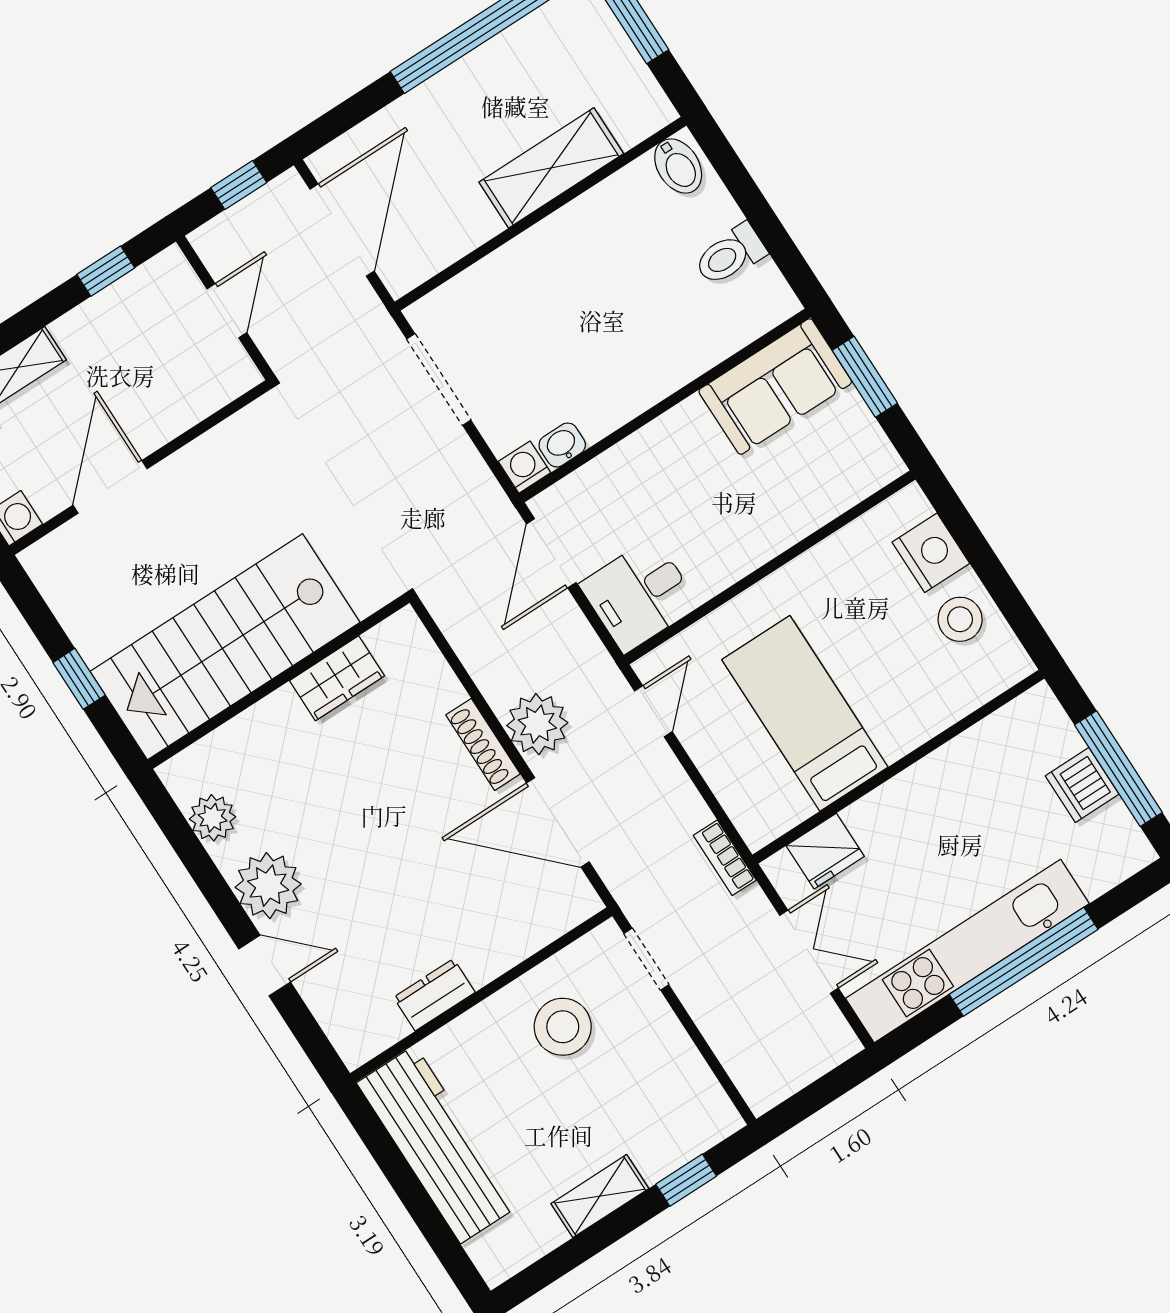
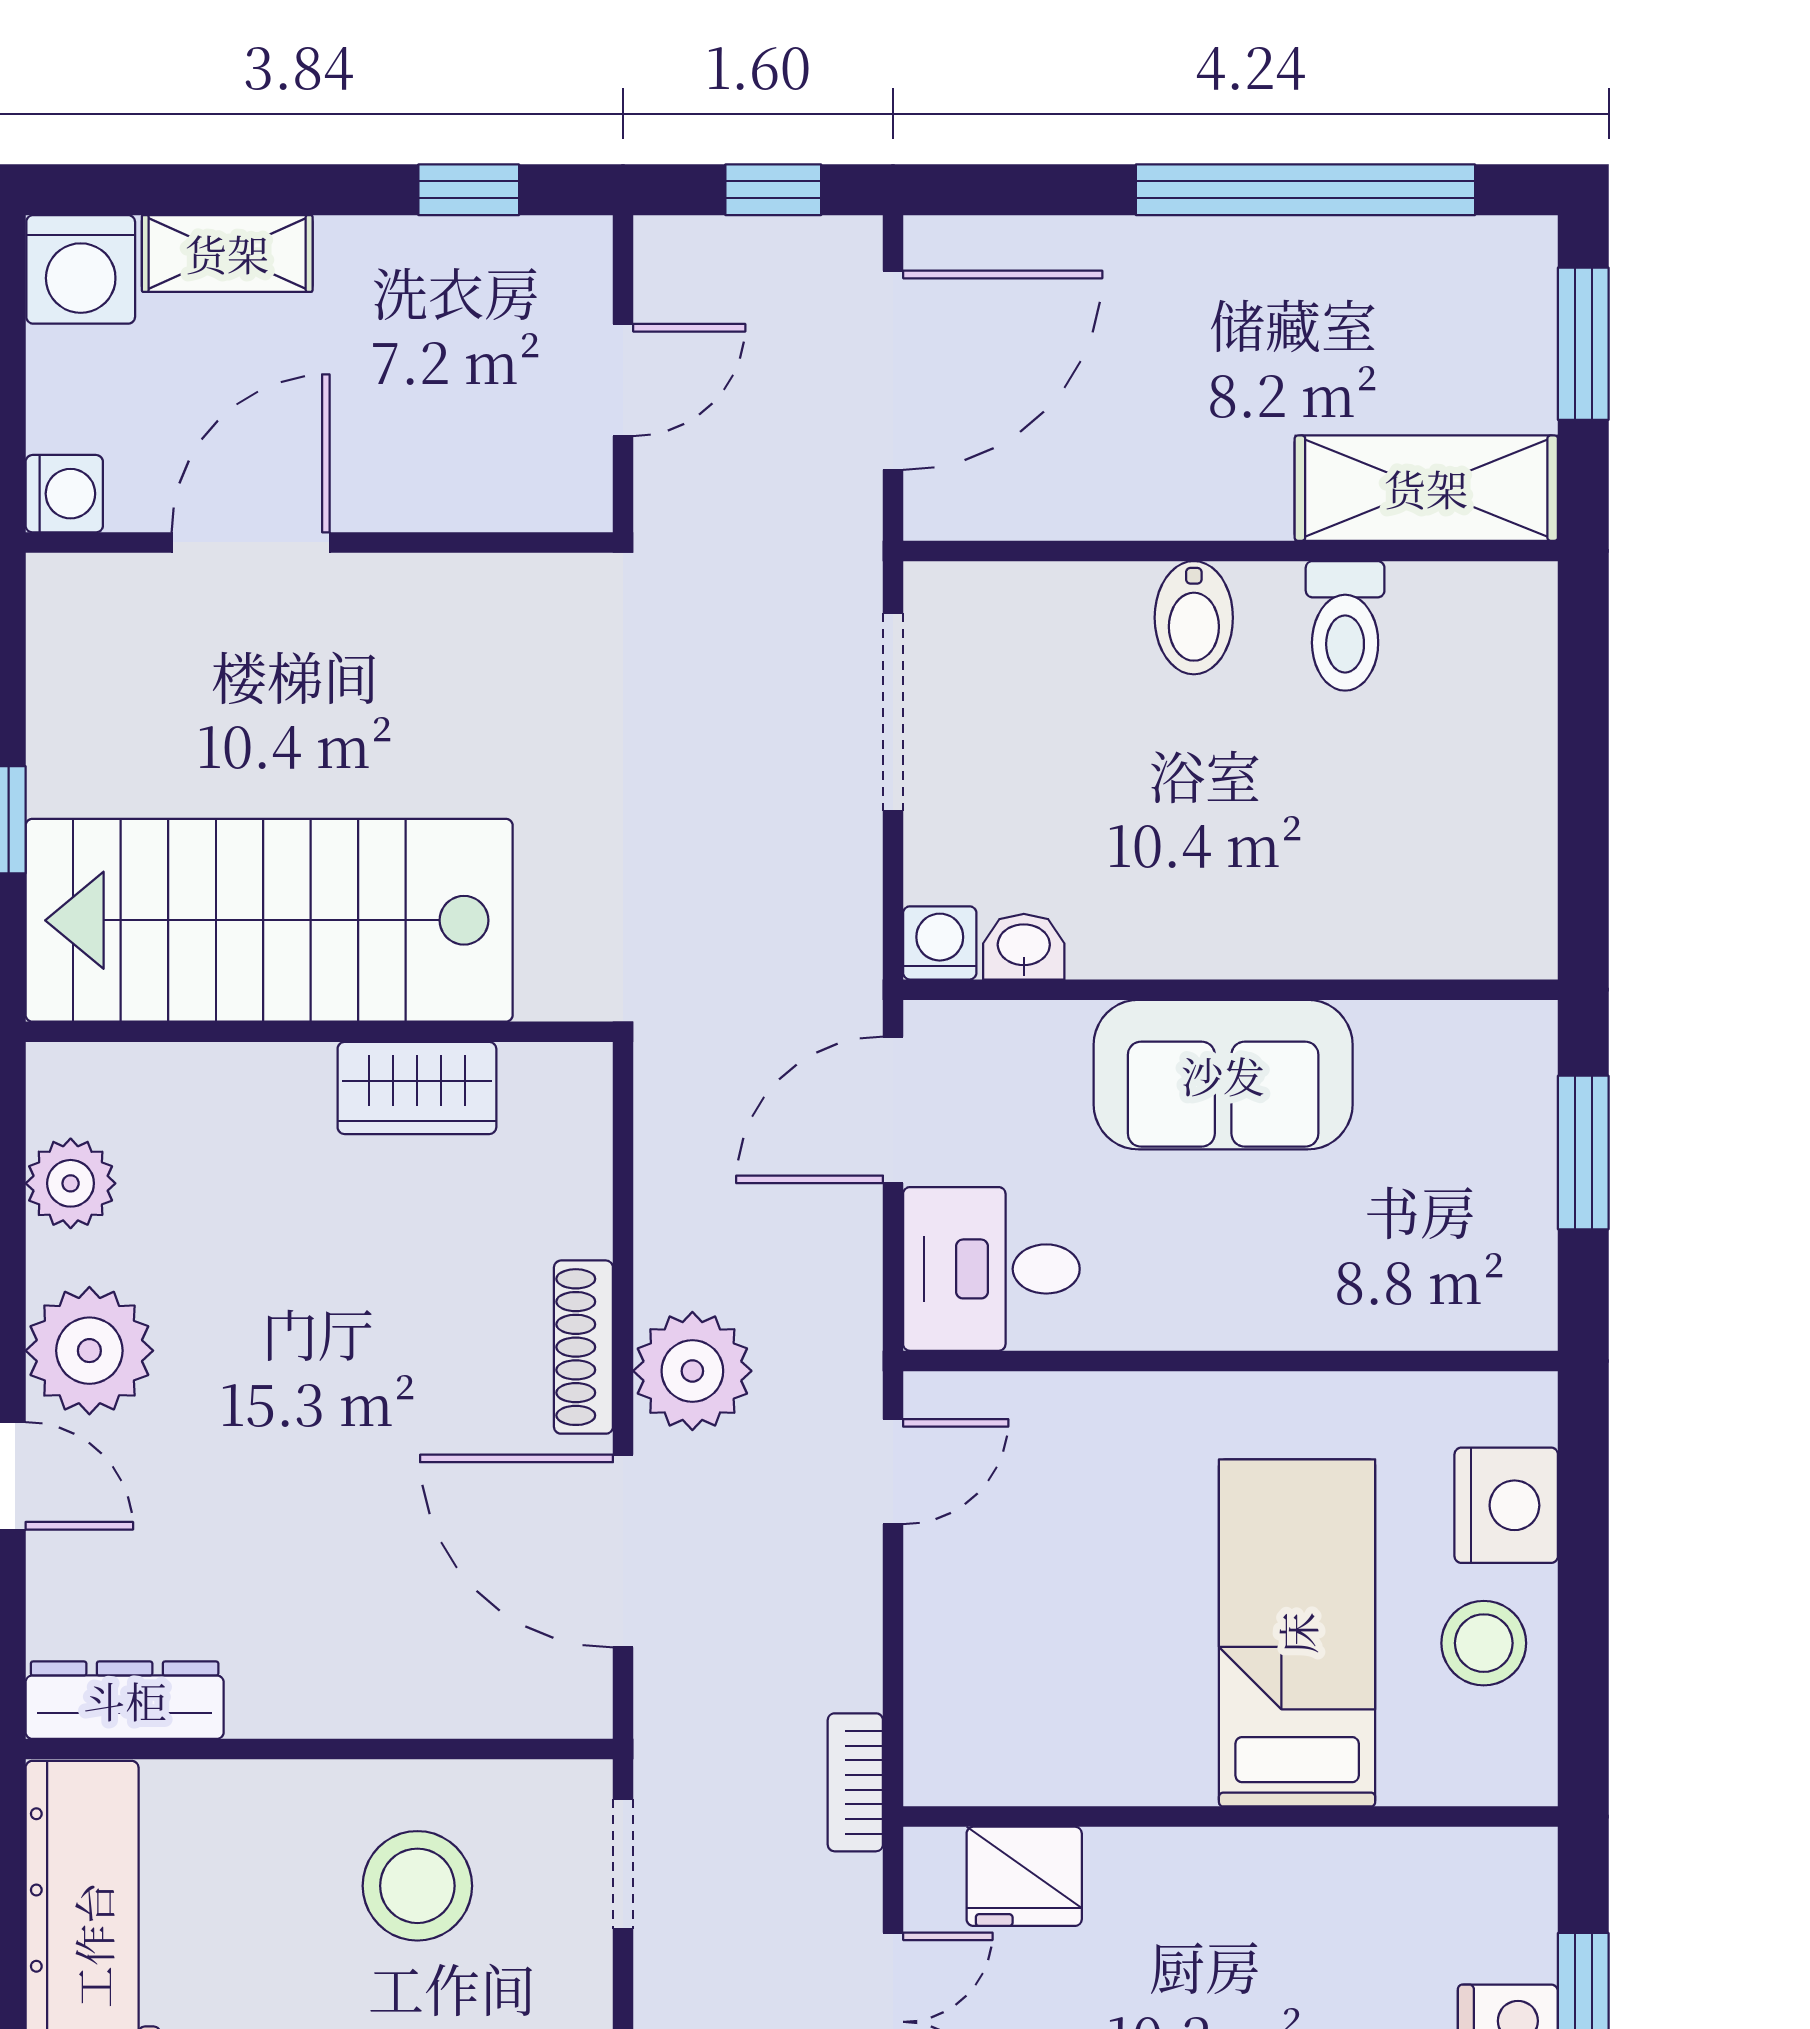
bidet: (678, 166) -> (1194, 618), moved
shelving: (551, 168) -> (1426, 488), moved
toilet: (730, 255) -> (1345, 626), moved, turned -90
sofa: (775, 387) -> (1223, 1075), moved
bed: (805, 713) -> (1297, 1633), moved
dresser: (434, 995) -> (125, 1700), moved, width x1.44

